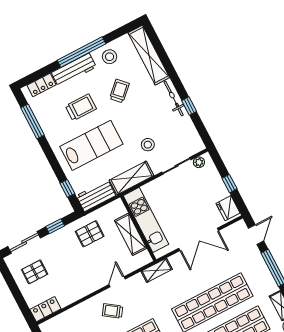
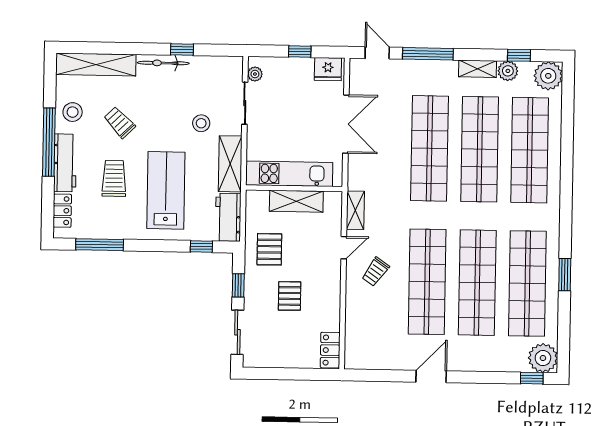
shelving: (157, 270) -> (355, 210), moved
pallet: (35, 272) -> (290, 296), moved
door: (117, 282) -> (344, 248), swing flipped

